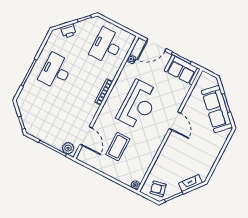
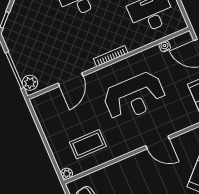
door: (175, 121) -> (158, 142), hinge flipped
door: (86, 136) -> (71, 80), moved
coffee table: (118, 147) -> (88, 144), moved

